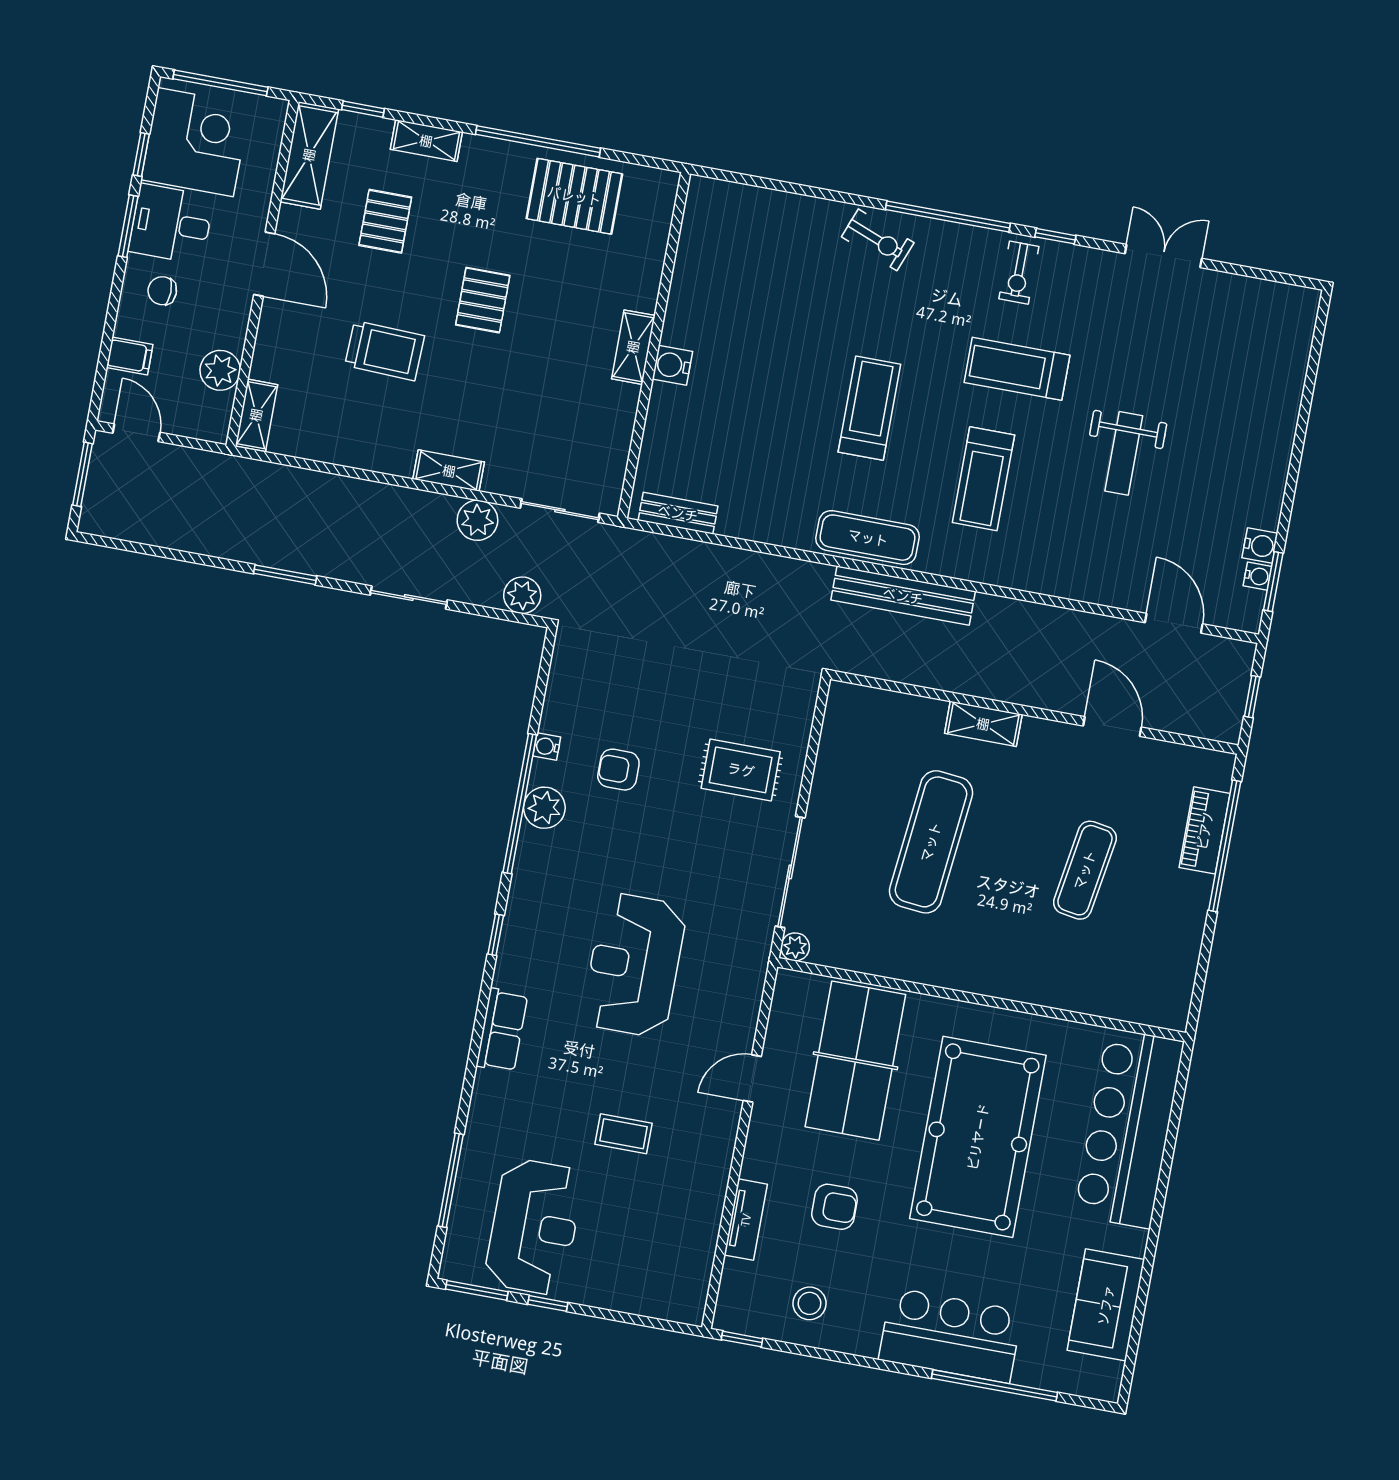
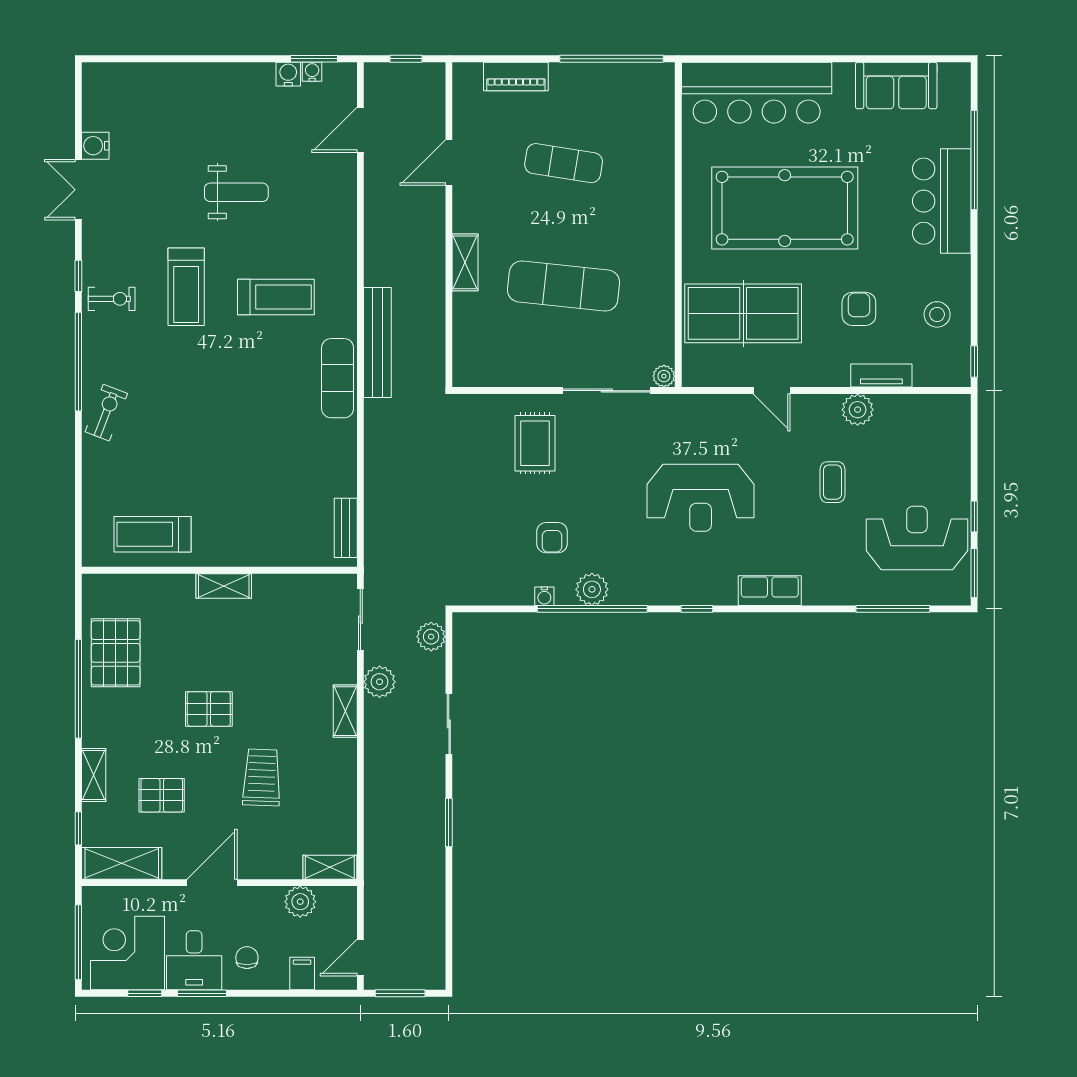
chair: (162, 291) -> (247, 958), turned 180
water cooler: (672, 365) -> (95, 146), moved, turned 90
treadmill: (869, 408) -> (153, 534), moved
window: (1225, 846) -> (611, 59), moved
plant: (709, 1182) -> (858, 410), added

